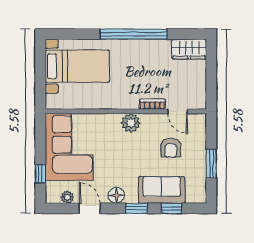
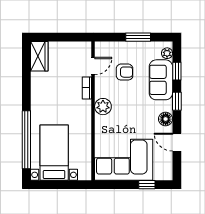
window: (134, 34) -> (26, 140), moved
plant: (67, 197) -> (167, 53), moved
door: (90, 208) -> (177, 142), hinge flipped

